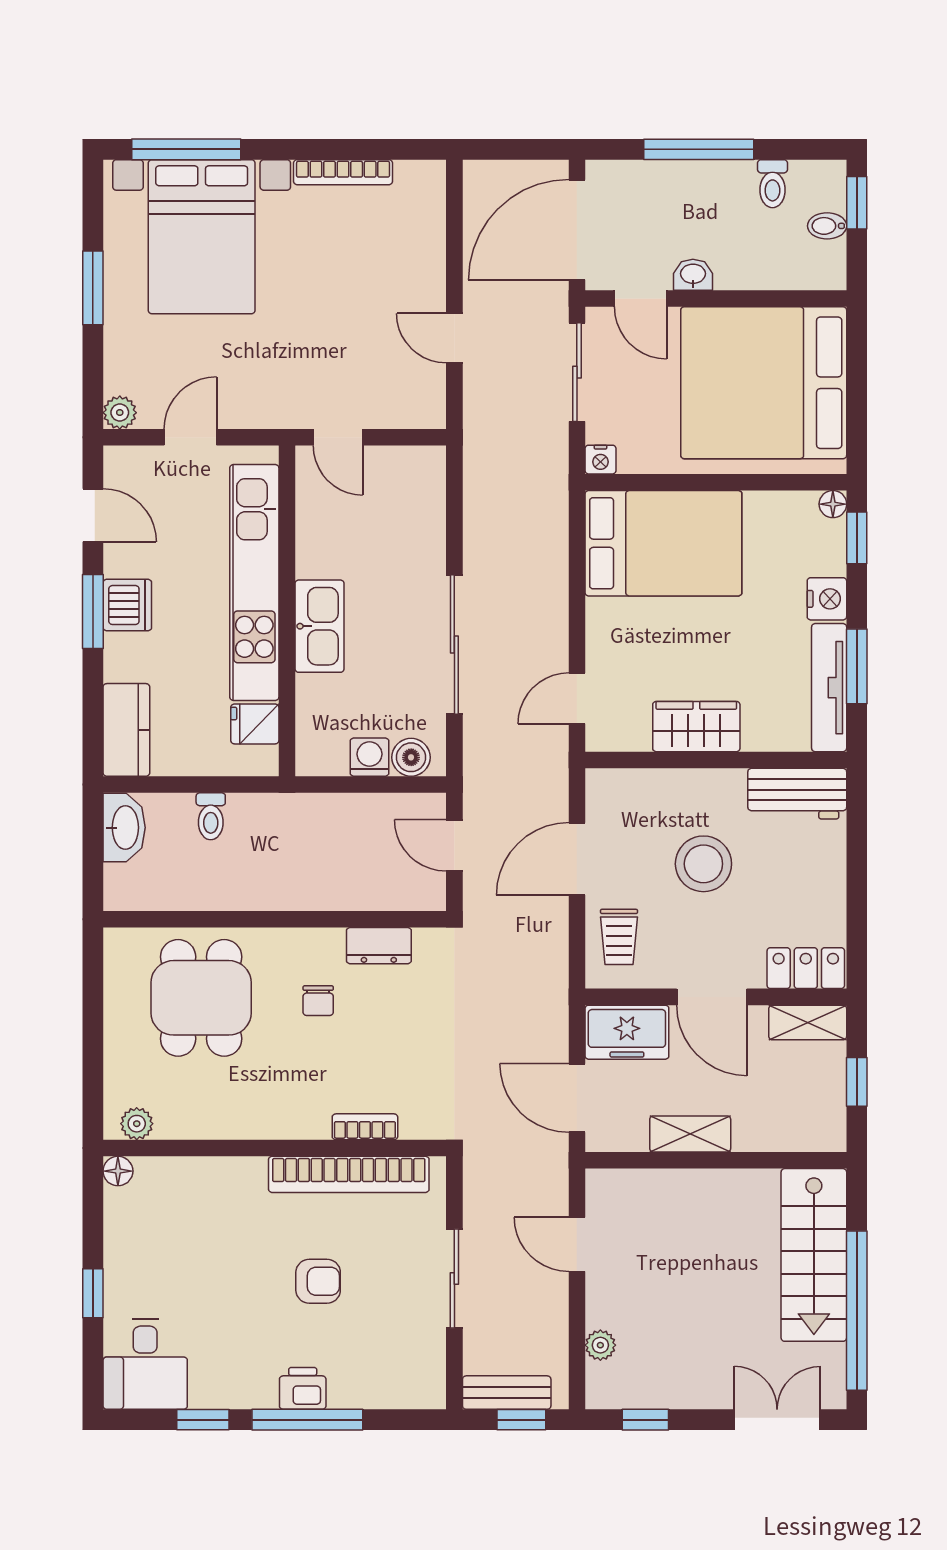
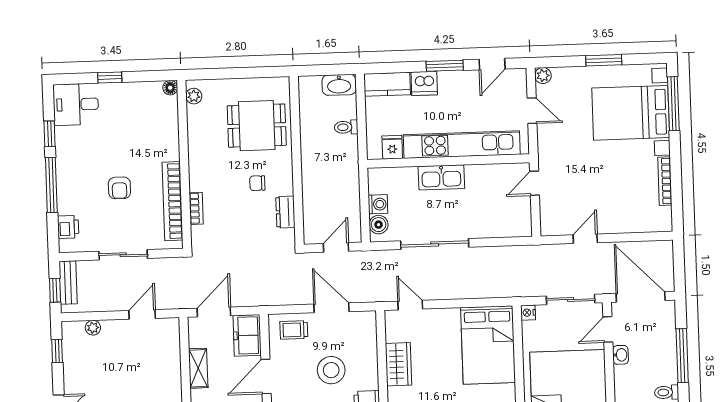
dishwasher: (127, 605) -> (424, 83), moved
printer: (303, 1388) -> (68, 227), moved

